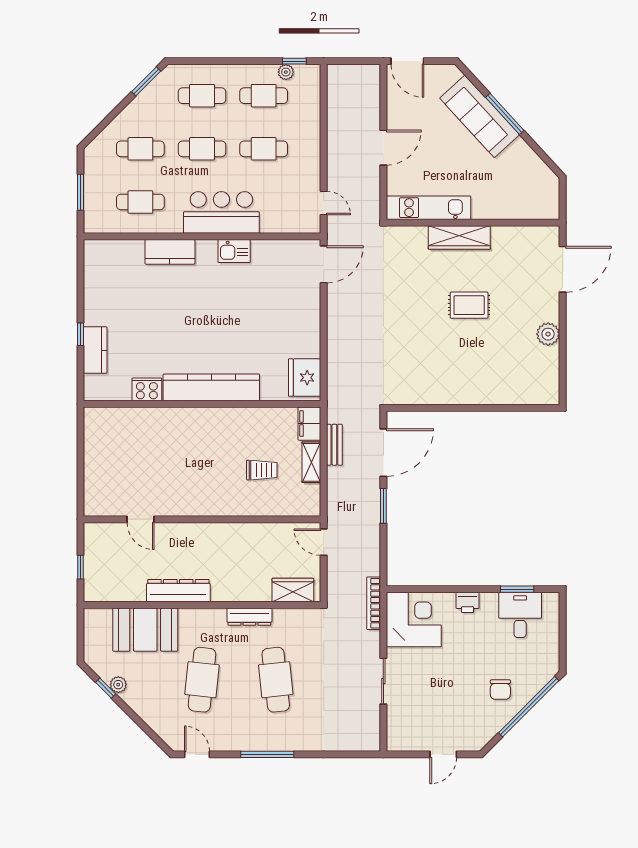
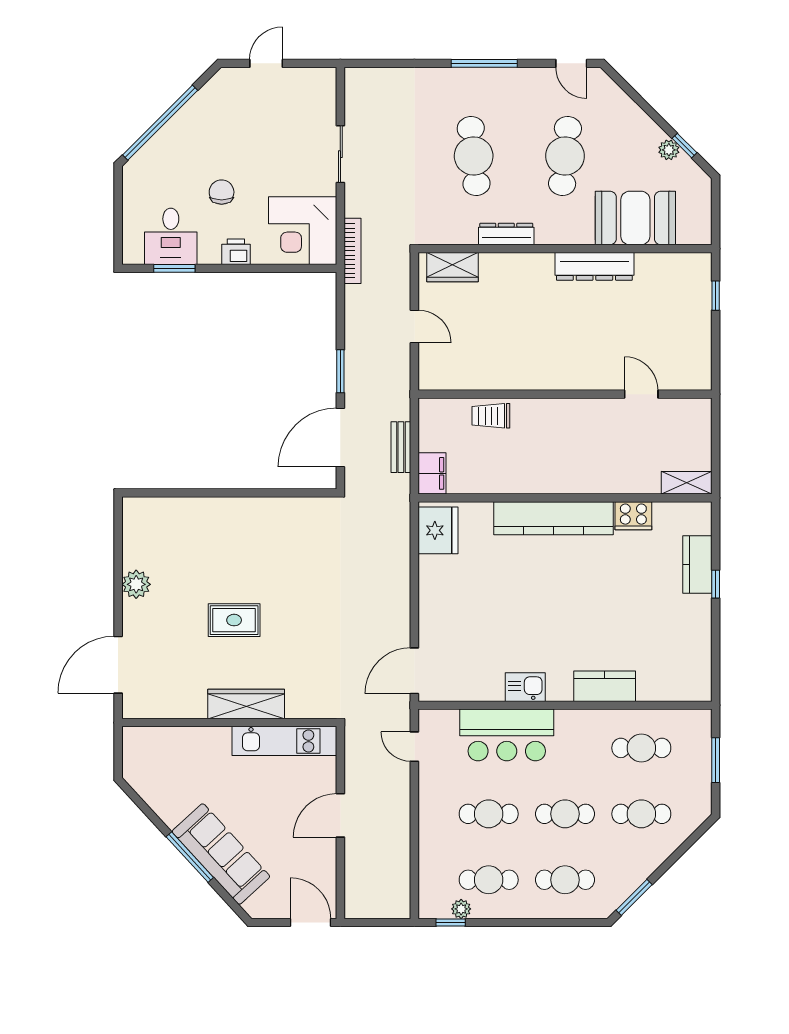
bar counter: (221, 213) -> (507, 735), moved
shelving: (311, 462) -> (687, 483), moved, turned 90
door: (141, 519) -> (641, 394), moved
wall: (202, 519) -> (565, 394), moved
chair: (500, 690) -> (222, 192), moved

